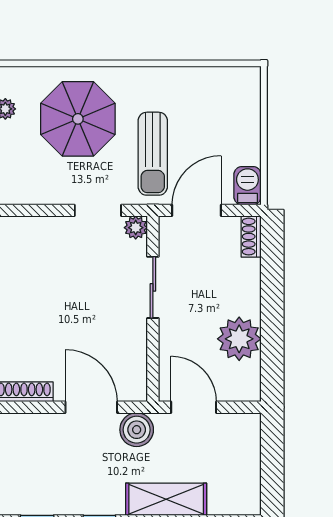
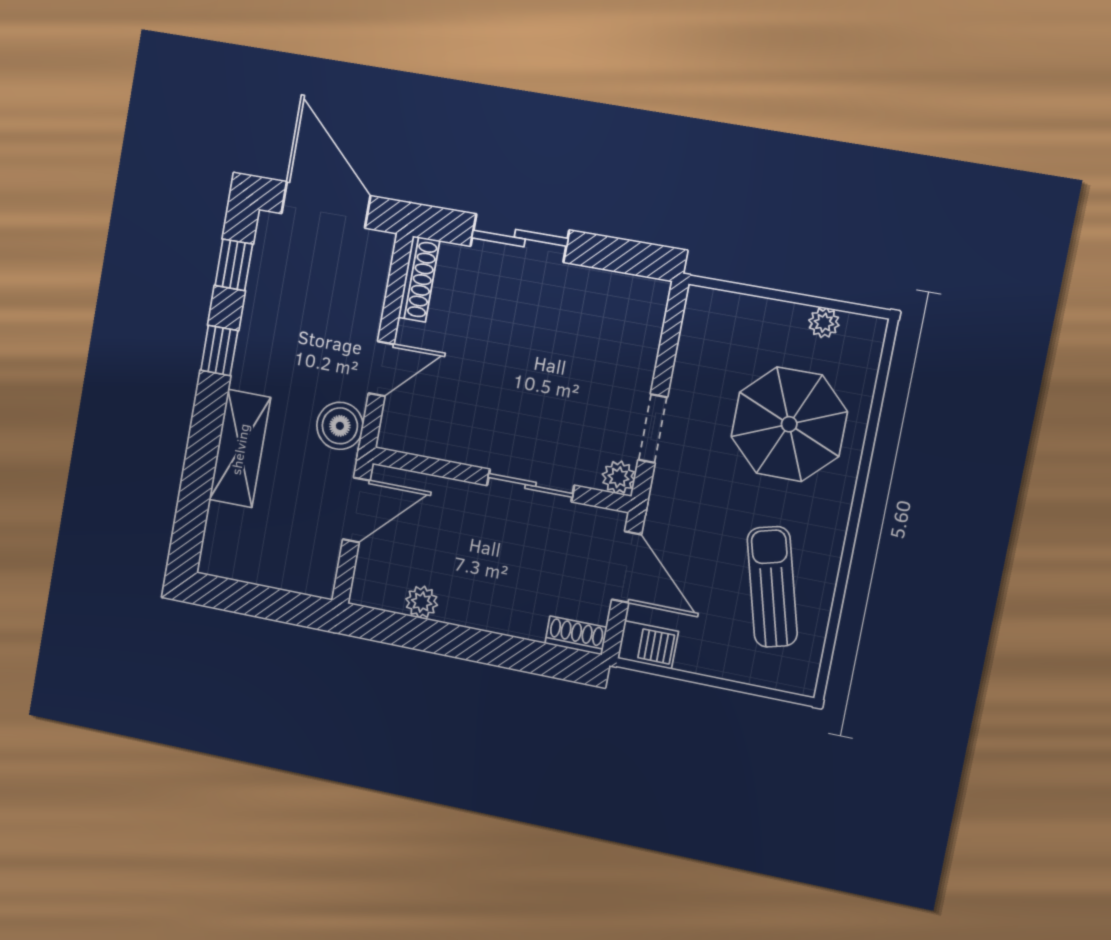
sun lounger: (153, 154) -> (772, 587), moved, turned 75
plant: (239, 339) -> (422, 602), width x0.53, depth x0.53
door: (91, 407) -> (381, 369), width x0.73

